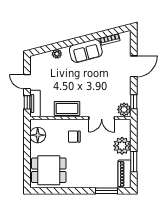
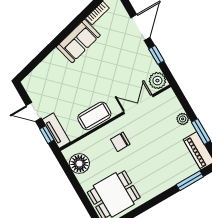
plant: (57, 54) -> (49, 63), removed
window: (134, 102) -> (156, 55), moved
double door: (102, 118) -> (138, 104), swing flipped
plant: (122, 146) -> (183, 119), width x0.53, depth x0.53

